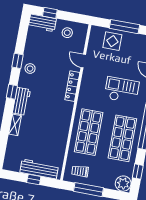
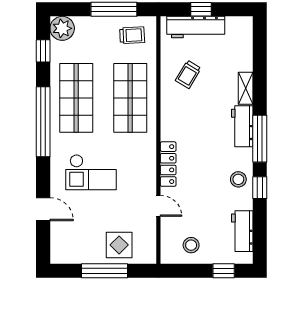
workbench: (42, 23) -> (242, 231), moved, turned -90
window: (12, 92) -> (260, 139), width x2.17
trolley: (49, 140) -> (188, 74), added

